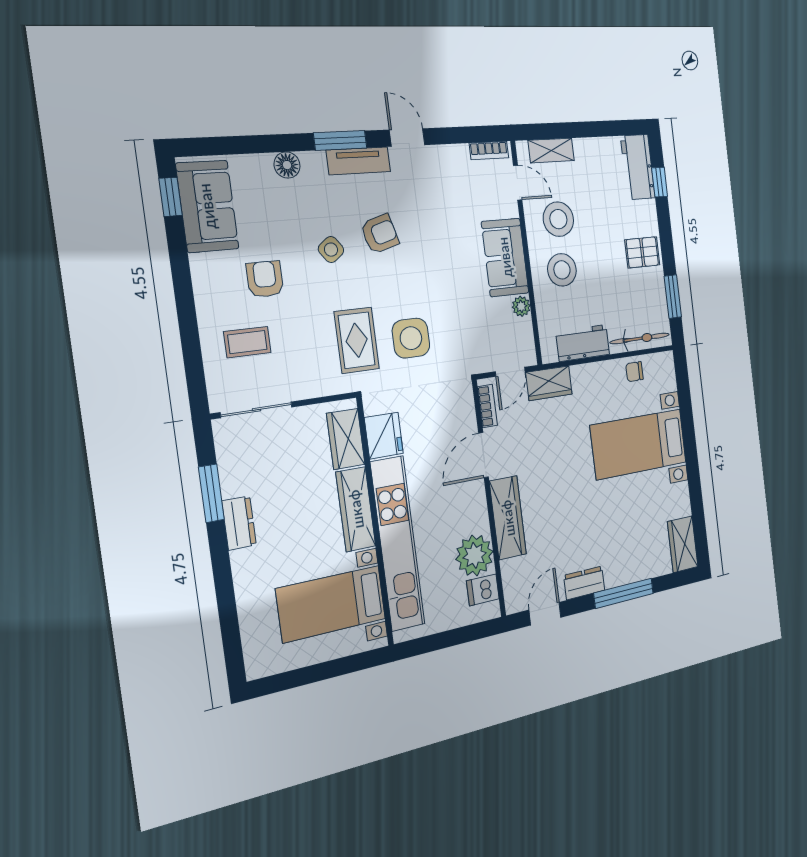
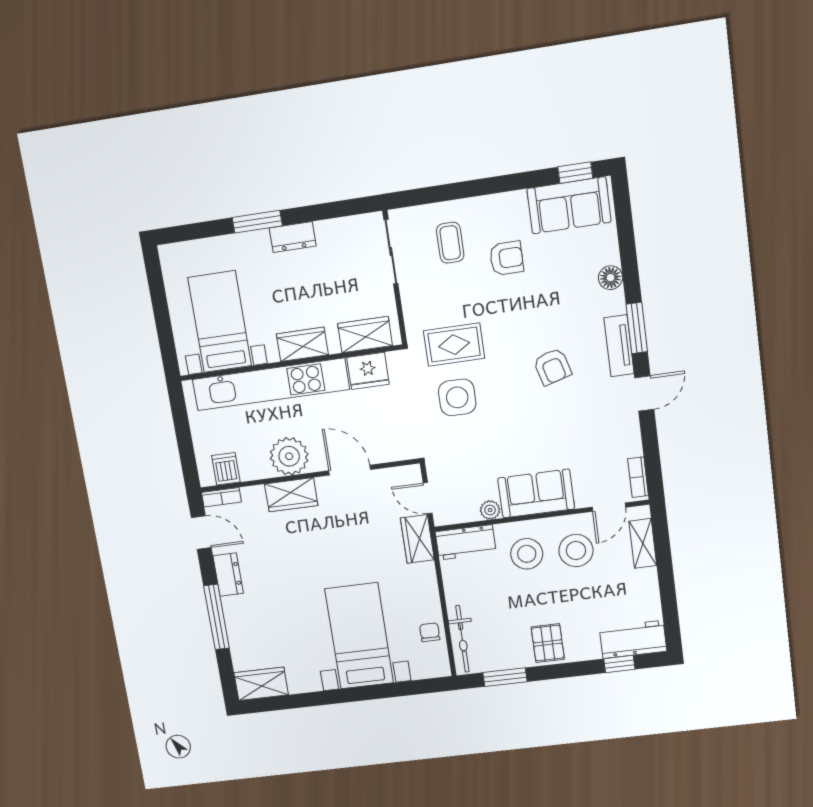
side table: (331, 250) -> (536, 320), removed
workbench: (583, 343) -> (466, 542), moved, turned 90
bookcase: (487, 406) -> (221, 497), moved
window: (211, 493) -> (257, 222), moved
wardrobe: (356, 509) -> (302, 344), width x0.67
wardrobe: (508, 518) -> (291, 495), width x0.67
plant: (475, 555) -> (289, 456), moved

